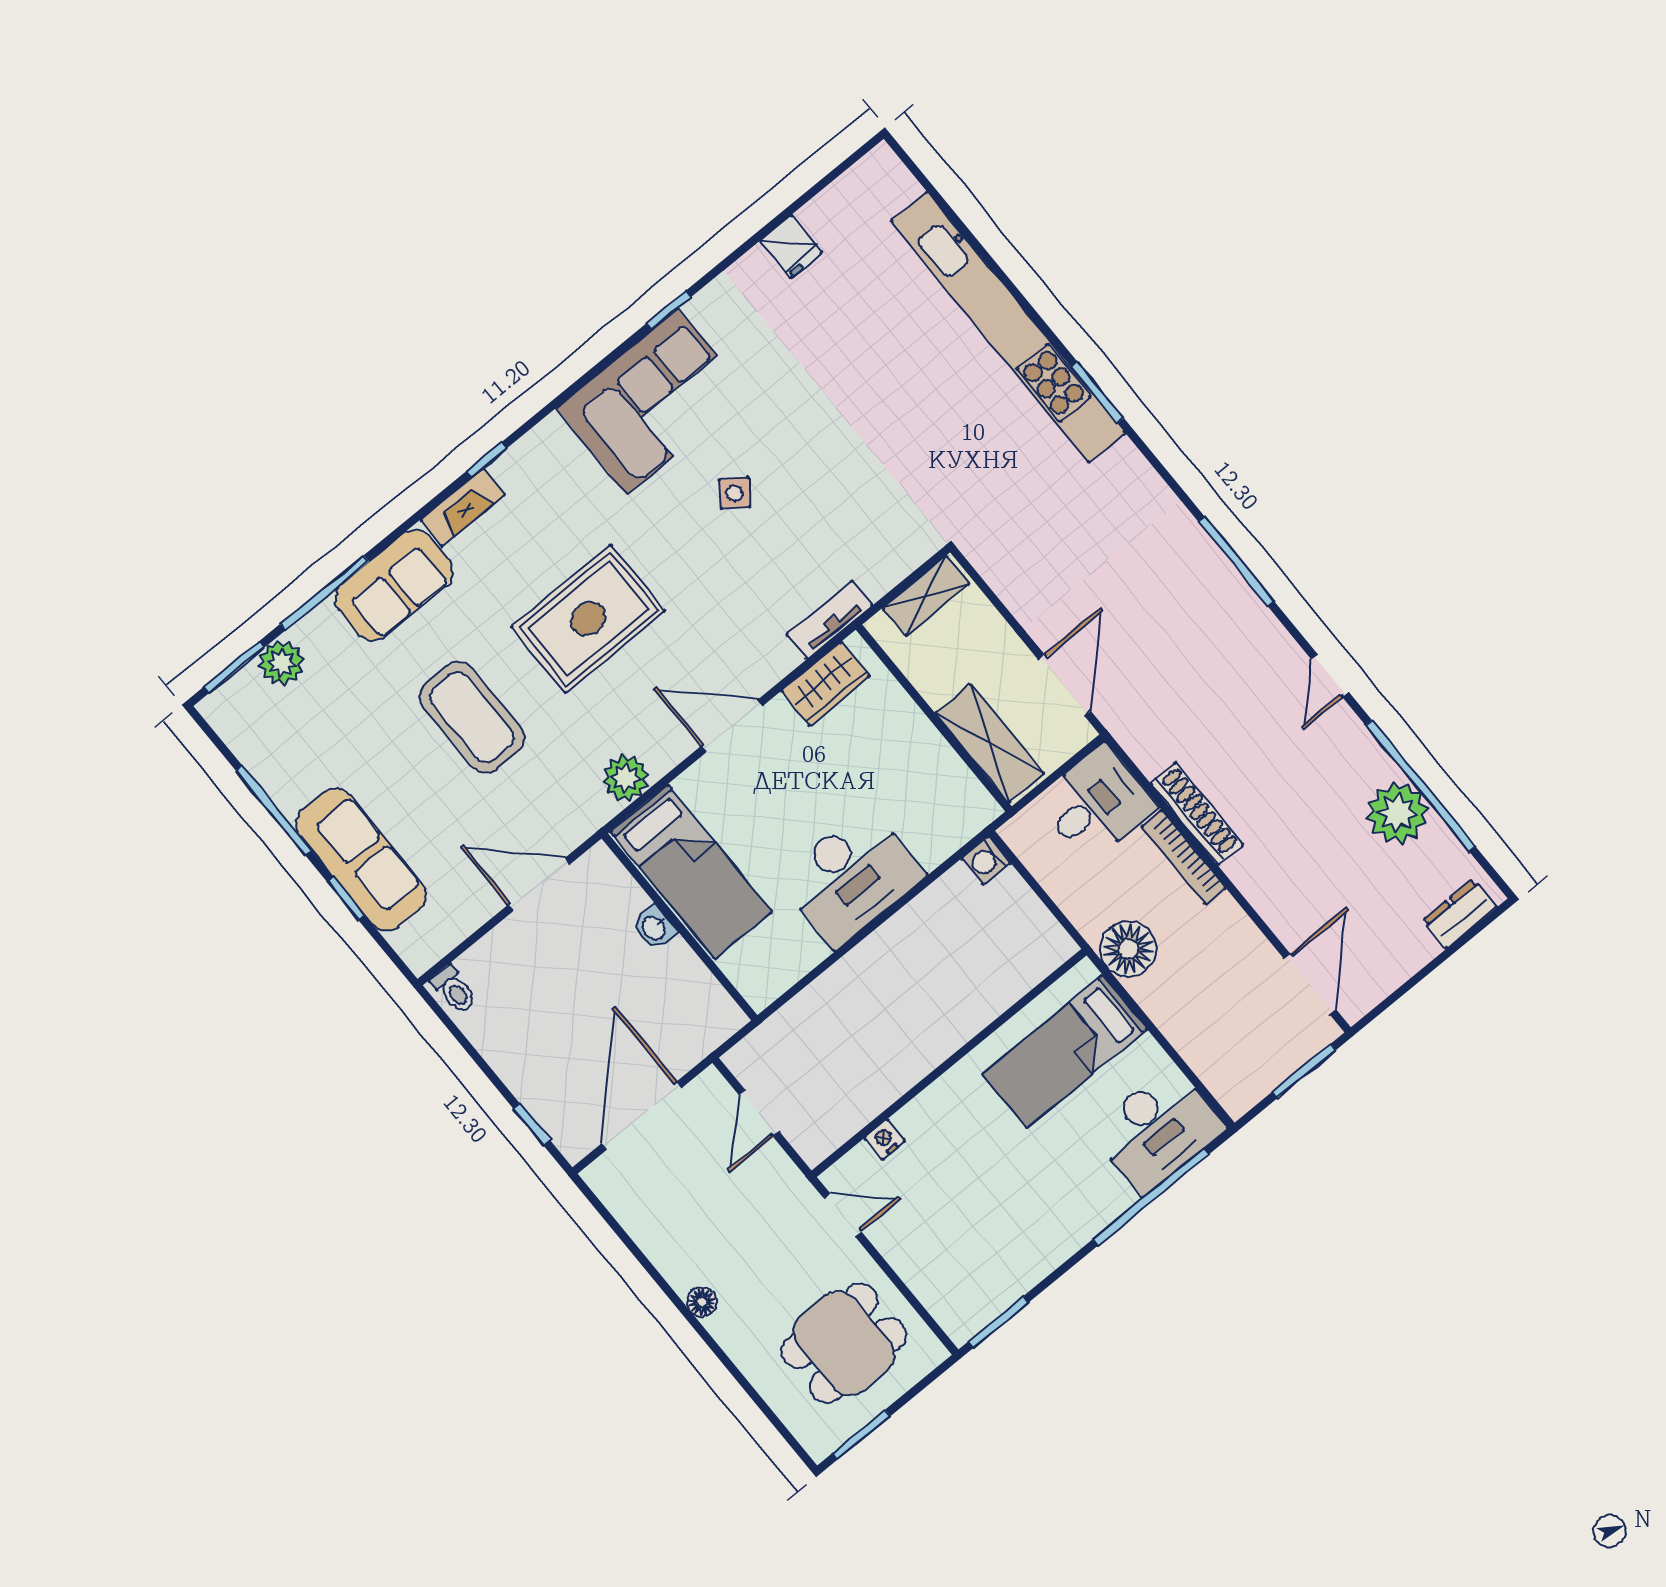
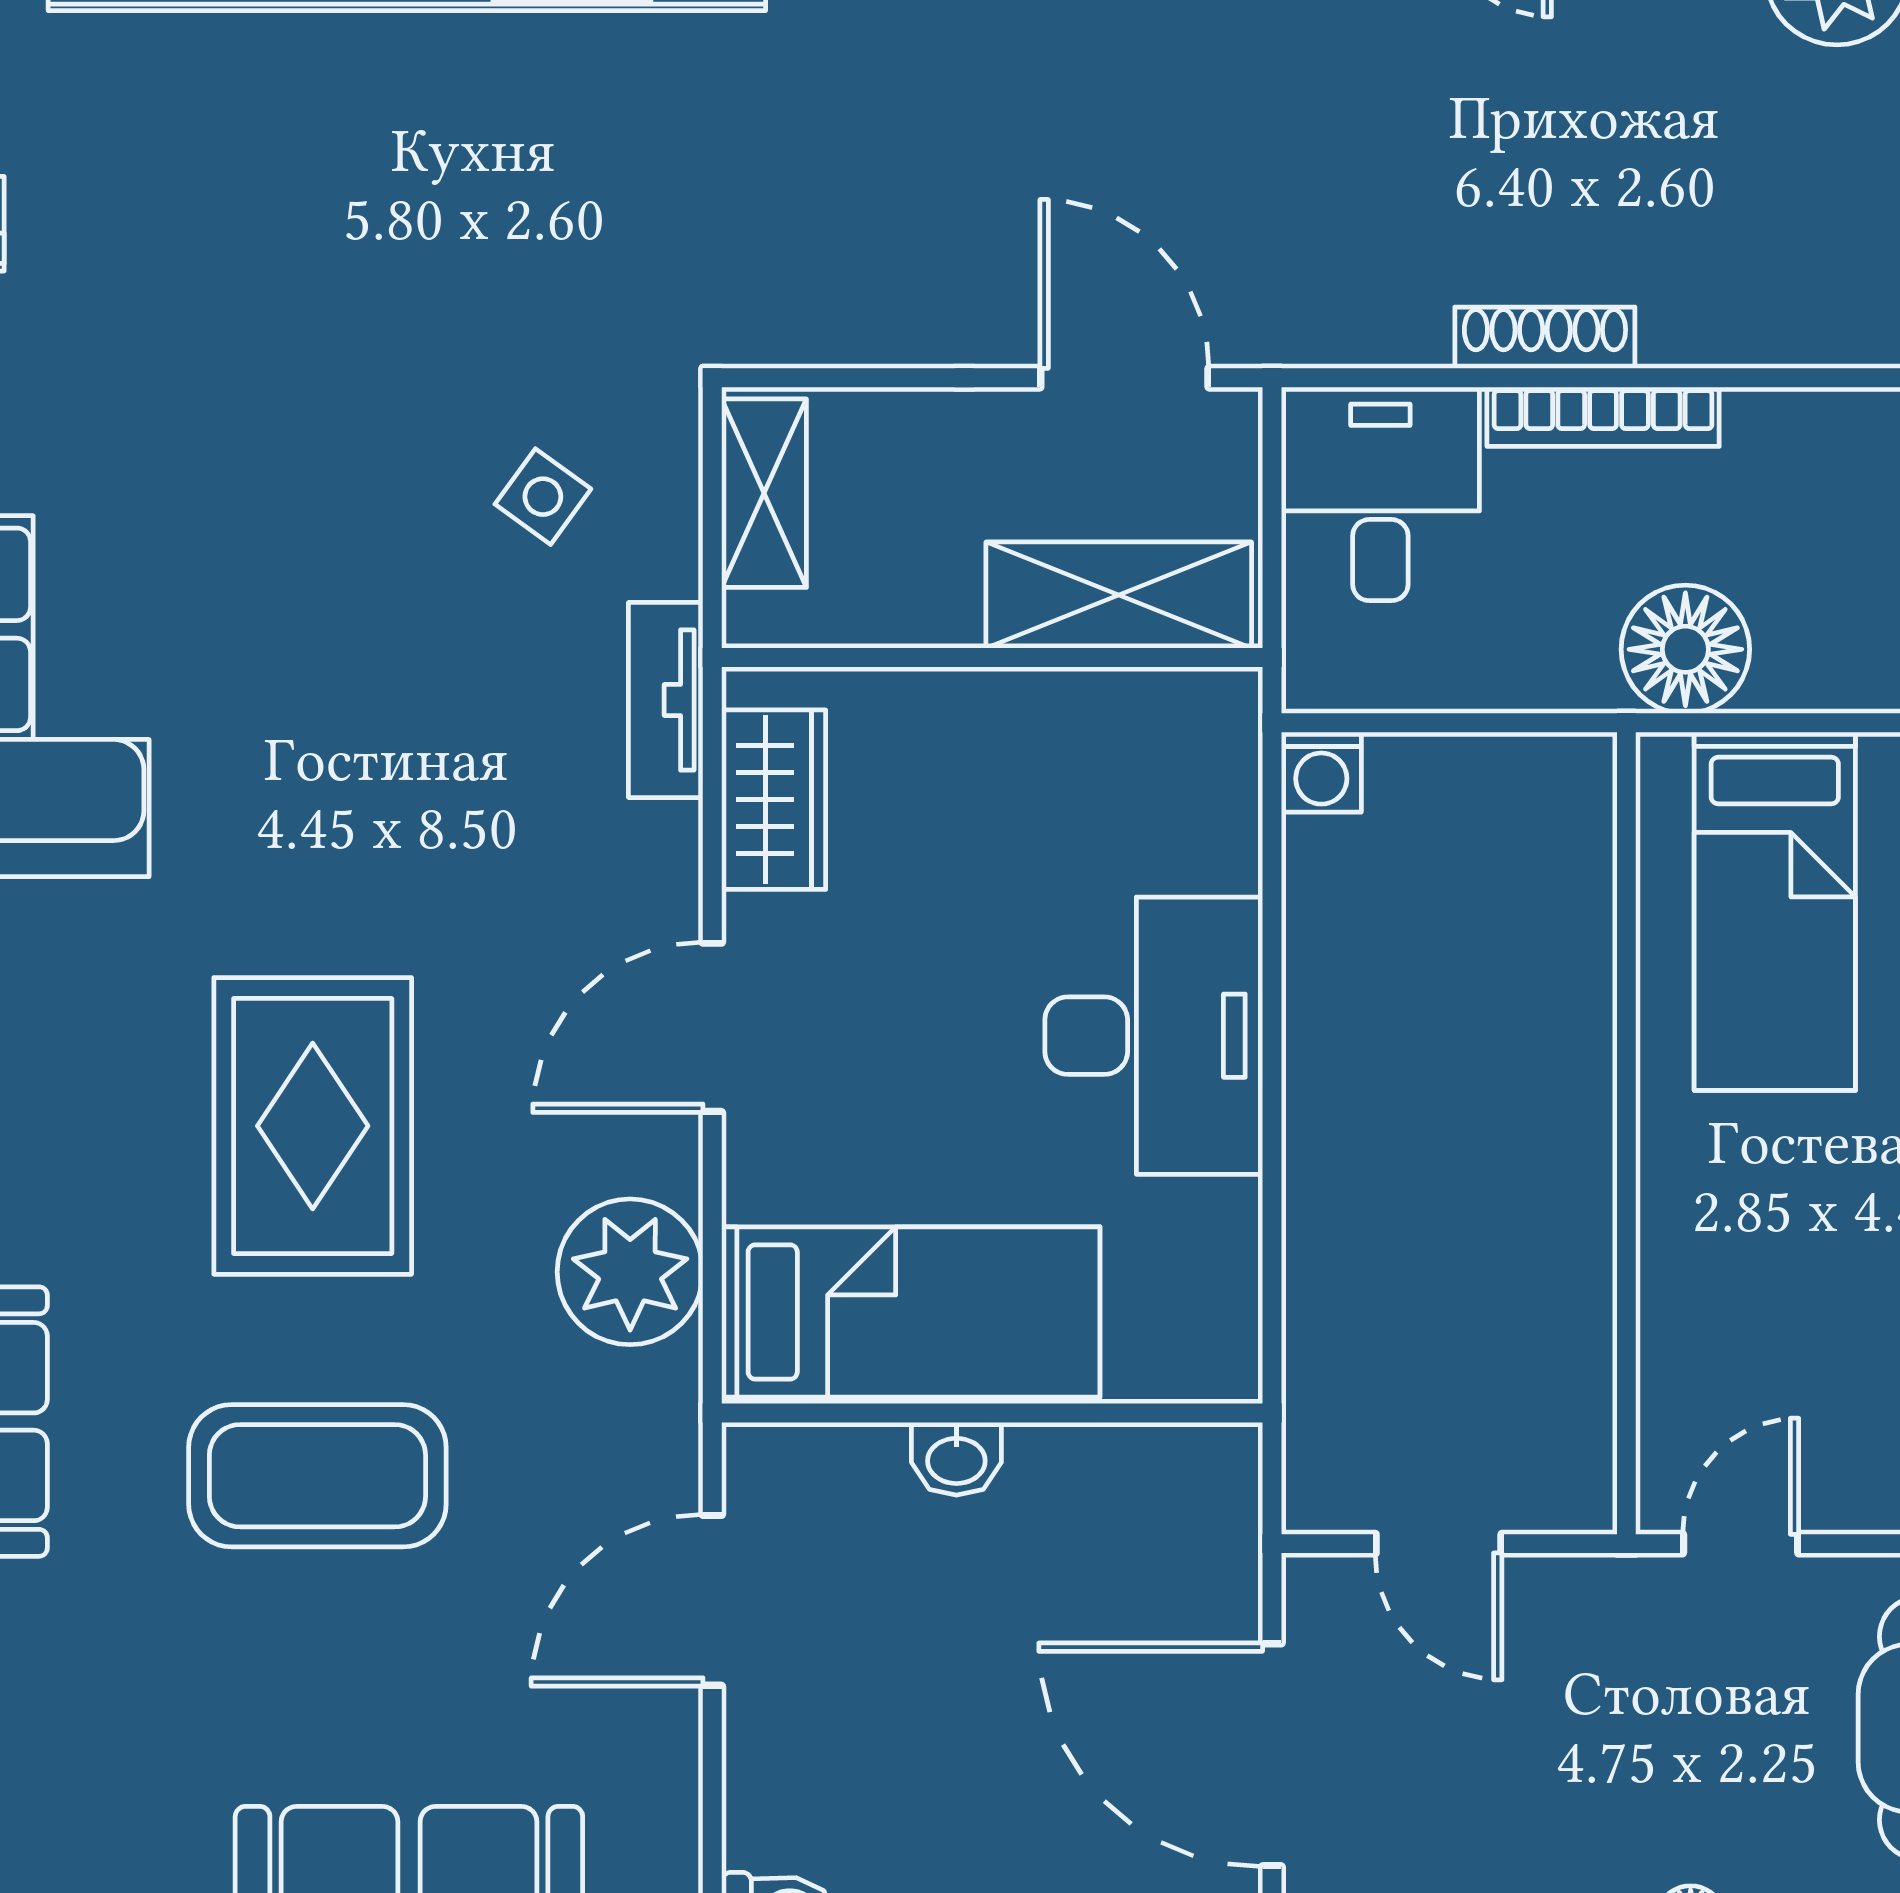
side table: (735, 493) -> (543, 497), moved
plant: (626, 778) -> (630, 1272), width x1.36, depth x1.36
shoe rack: (1197, 814) -> (1545, 338), width x0.74, depth x0.81
nightstand: (885, 1139) -> (1668, 1359), removed

